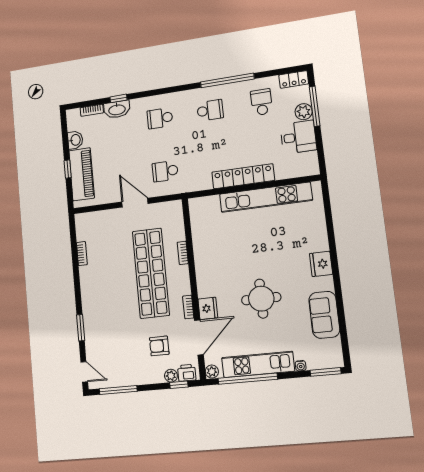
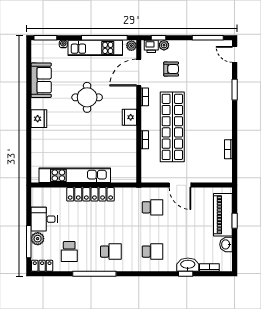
school desk: (210, 110) -> (111, 252), turned 180
fridge: (208, 308) -> (129, 117), moved

